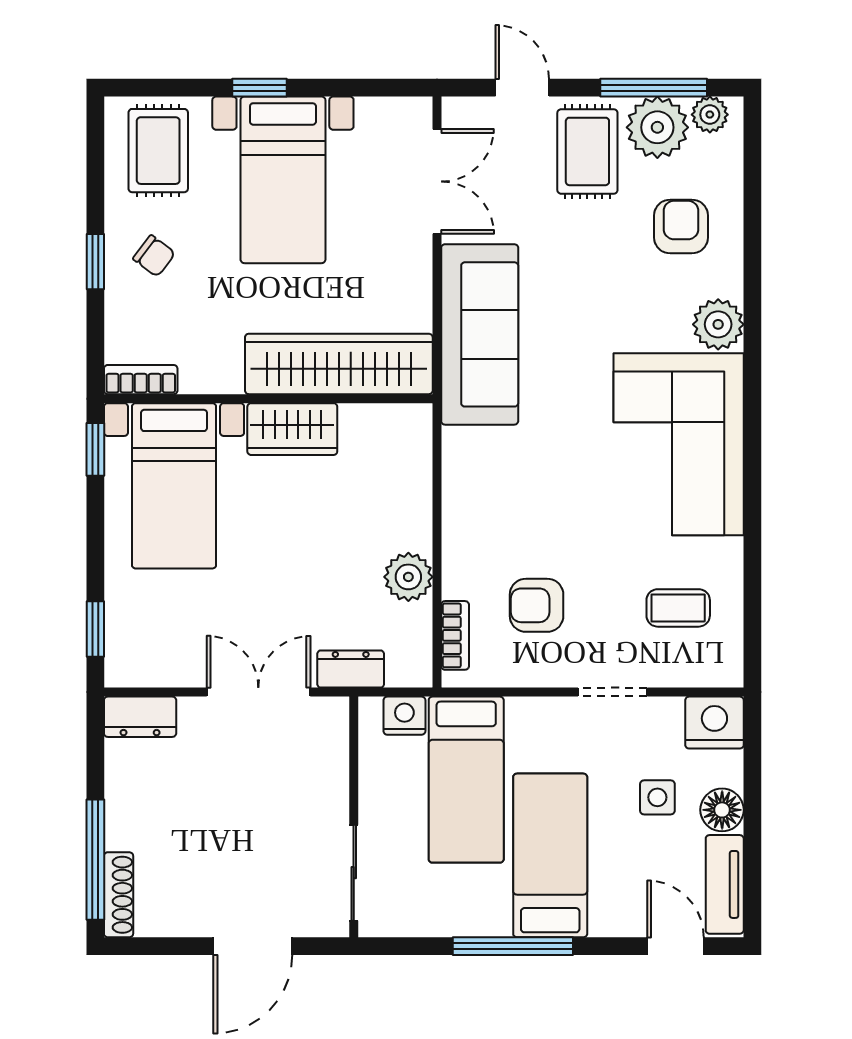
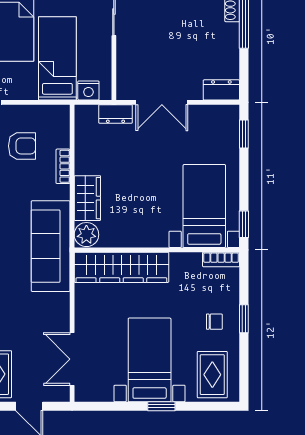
chair: (154, 256) -> (214, 322), turned 143
sofa: (480, 334) -> (51, 246), moved
wardrobe: (292, 429) -> (87, 198), moved, turned 90
plant: (408, 577) -> (86, 235), moved
bookcase: (455, 635) -> (63, 166), moved

